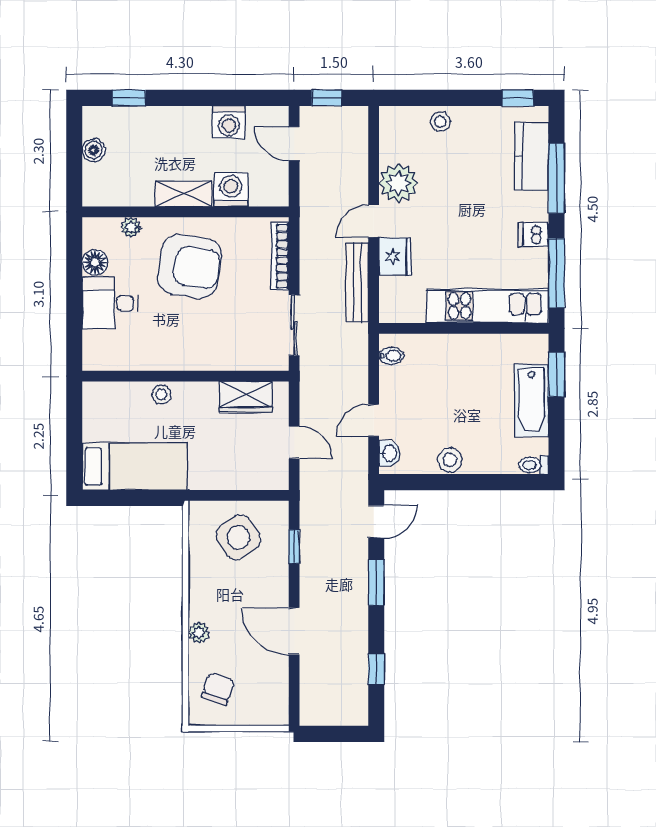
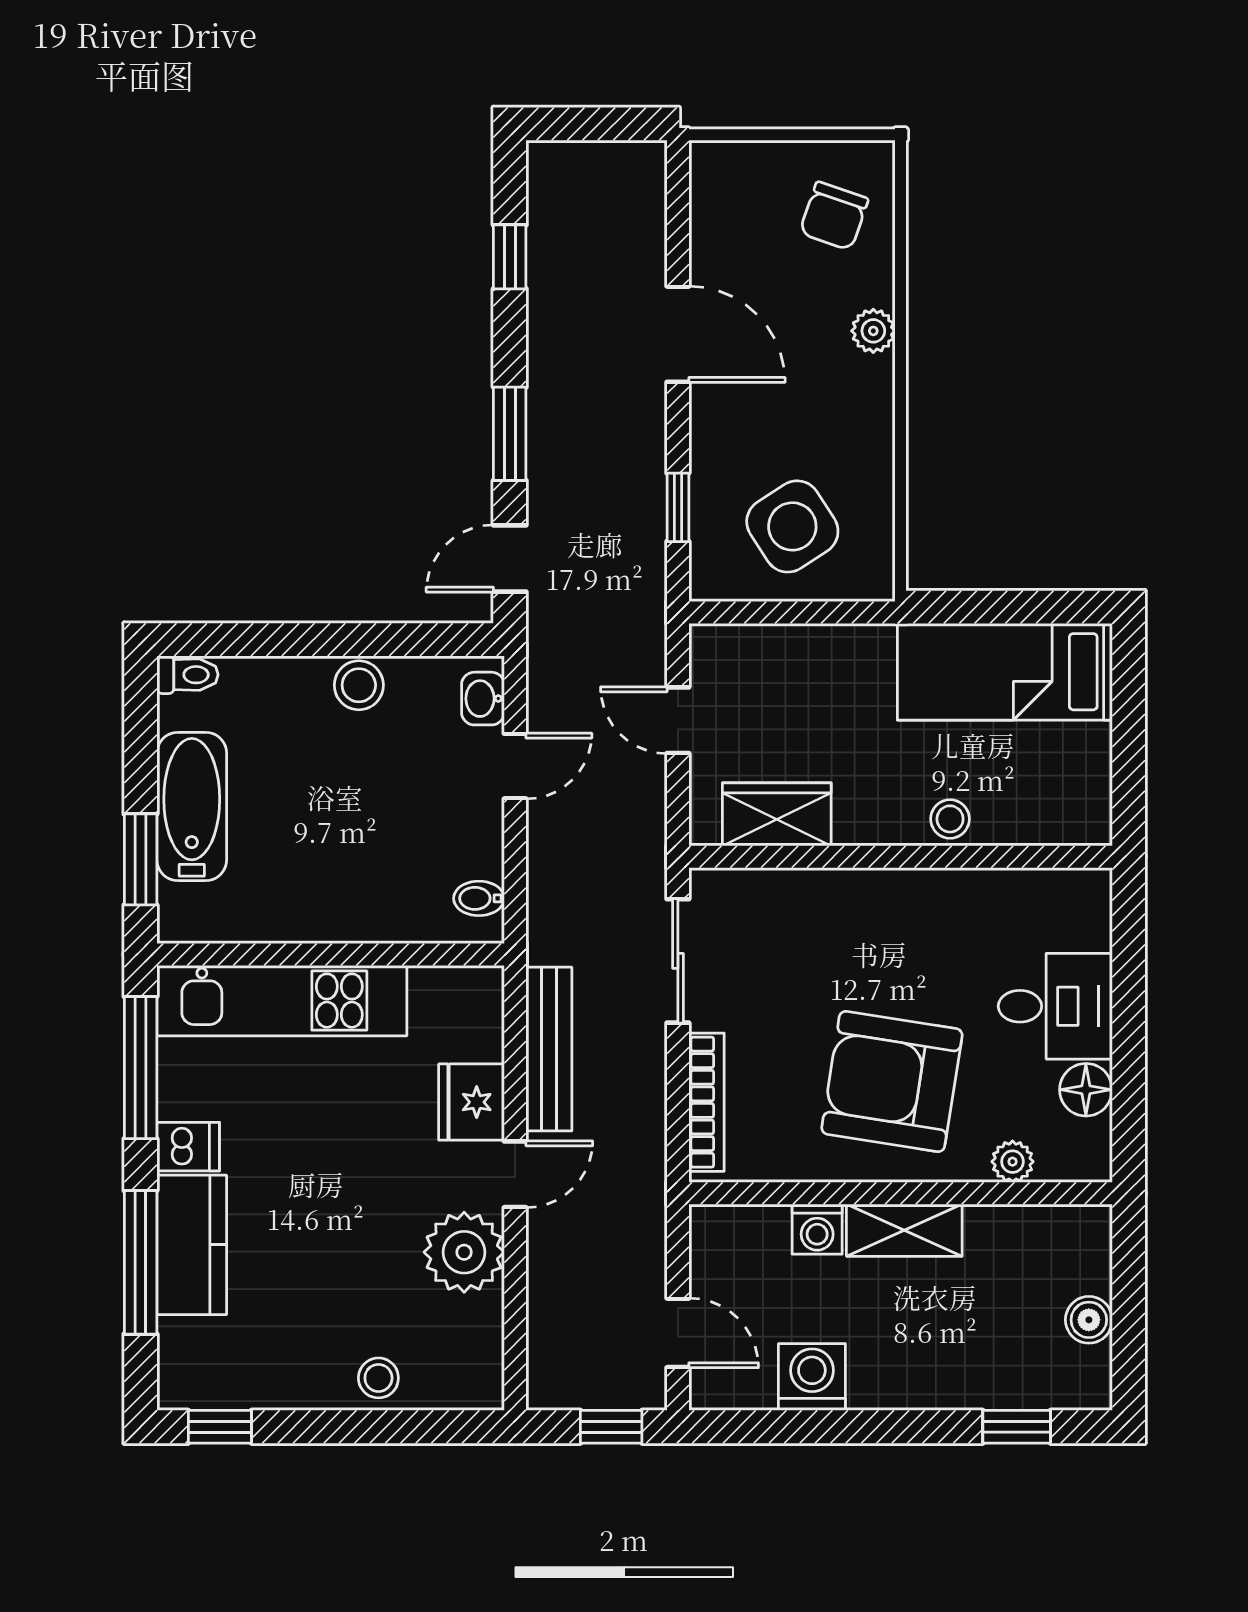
kitchen counter: (532, 156) -> (192, 1245), moved
washing machine: (231, 190) -> (817, 1229), width x0.73, depth x0.73

